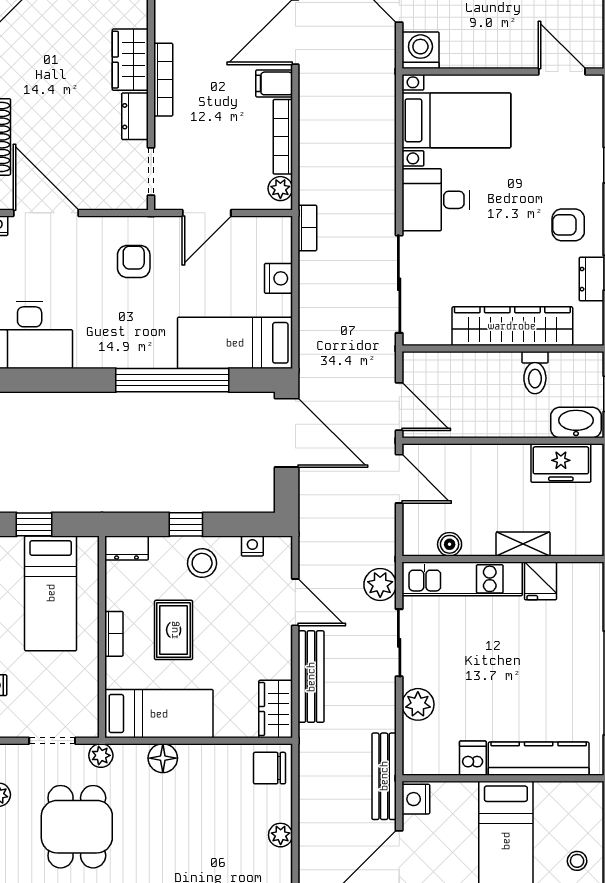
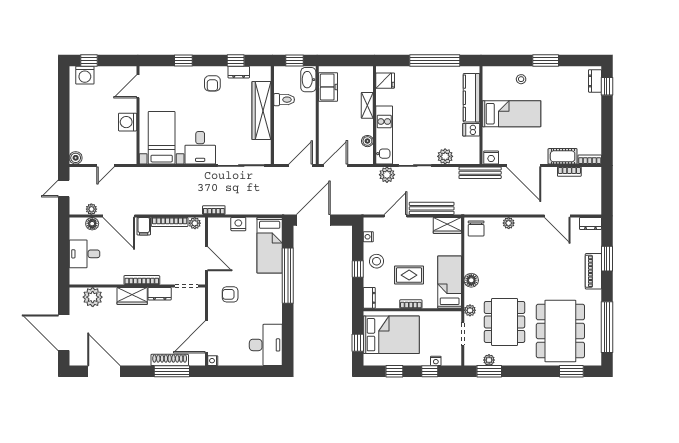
washing machine: (420, 50) -> (128, 122), moved
fridge: (540, 581) -> (385, 81), moved
bed: (51, 593) -> (391, 335), width x1.50
dining table: (77, 827) -> (505, 322), width x1.38

